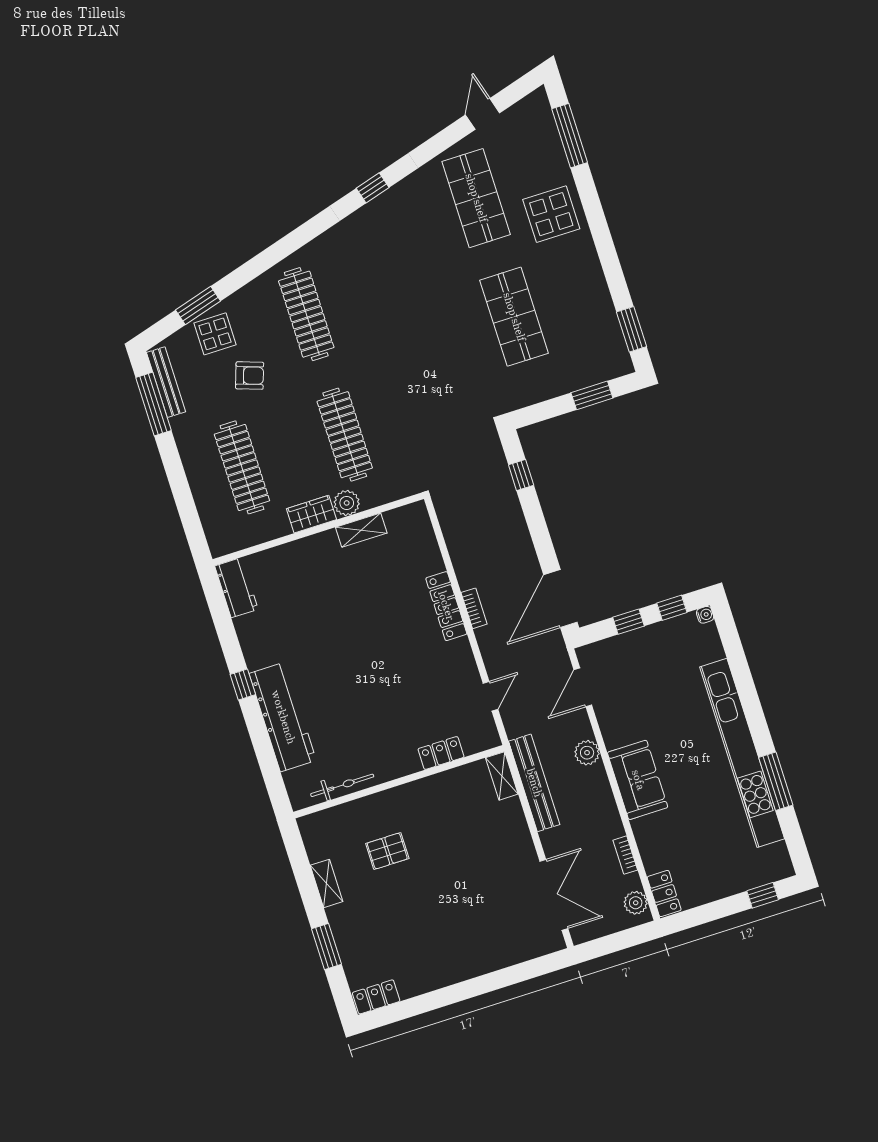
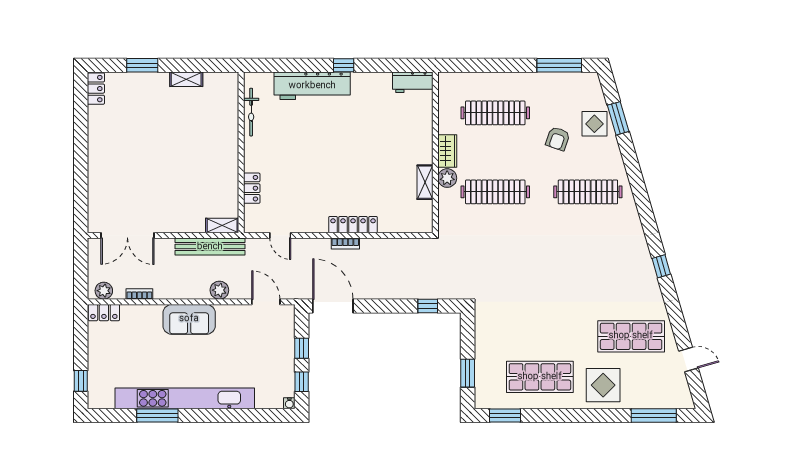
shop shelf: (514, 317) -> (540, 377), moved
bench: (166, 382) -> (572, 79), removed
pallet: (387, 851) -> (195, 129), removed

